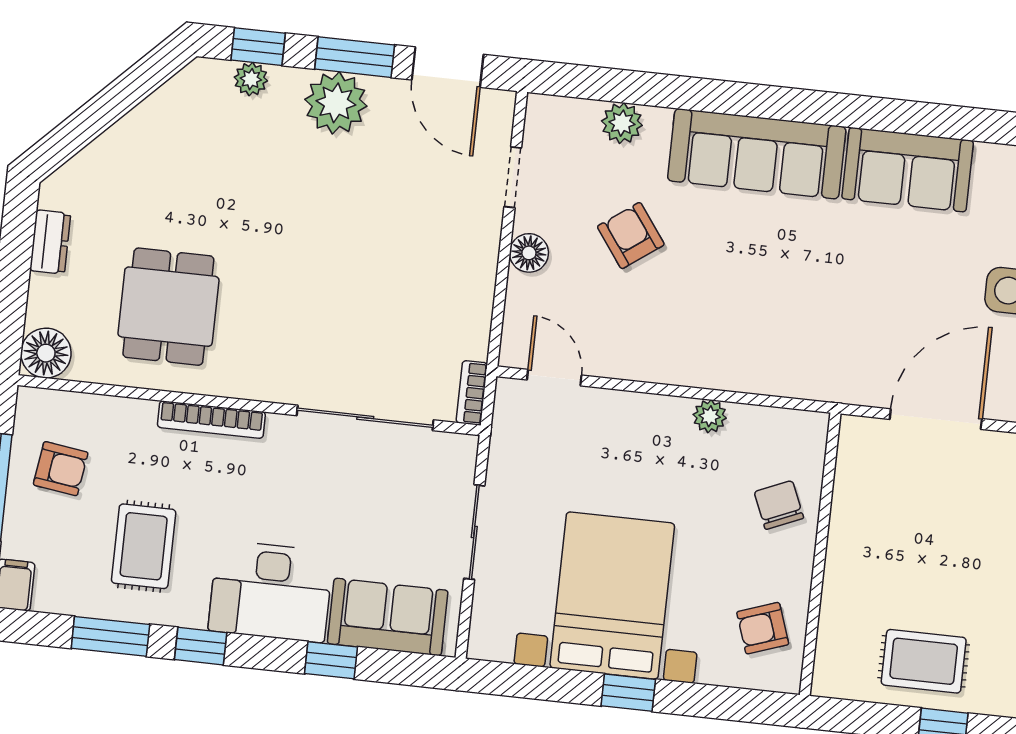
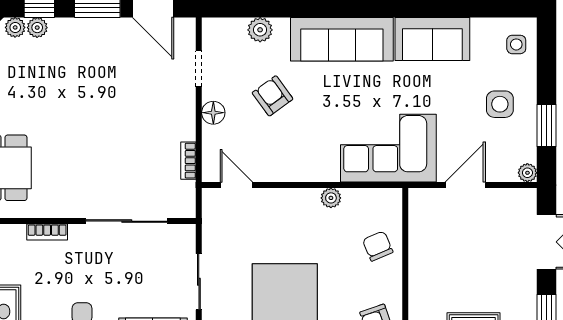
plant: (336, 103) -> (15, 27), moved, width x0.53, depth x0.53
corner sofa: (814, 344) -> (388, 148), added
bookcase: (472, 393) -> (188, 161), moved
door: (936, 419) -> (465, 185), width x0.73
bookcase: (211, 420) -> (47, 232), width x0.64

